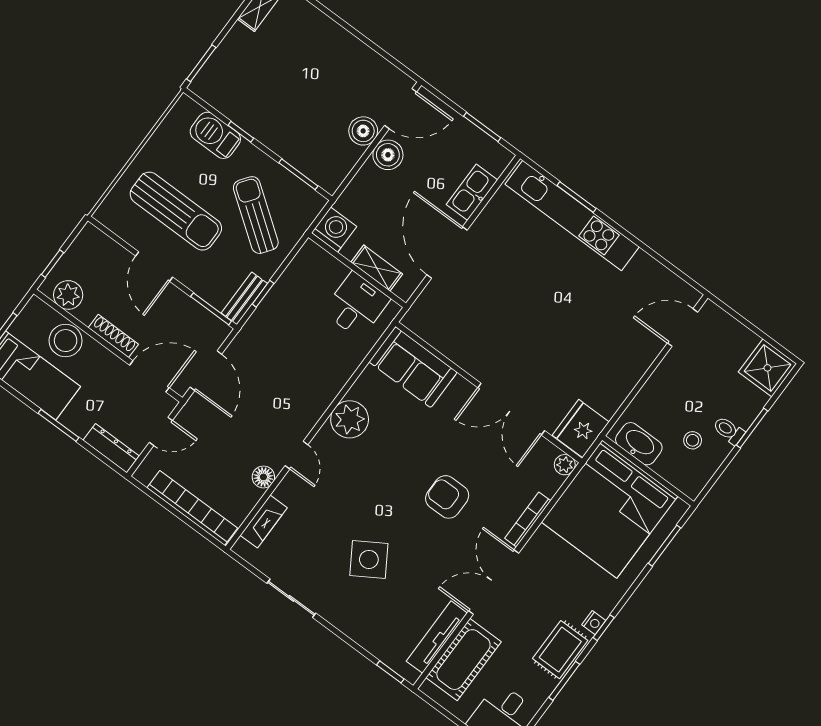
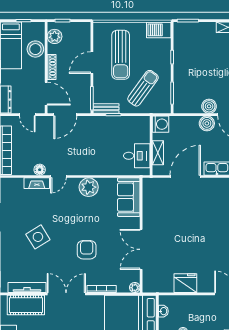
barbecue: (215, 135) -> (159, 30), moved, turned -90
fridge: (581, 429) -> (185, 283), moved
washbasin: (639, 444) -> (163, 311), width x0.52, depth x0.69
fireplace: (264, 522) -> (37, 183), moved

